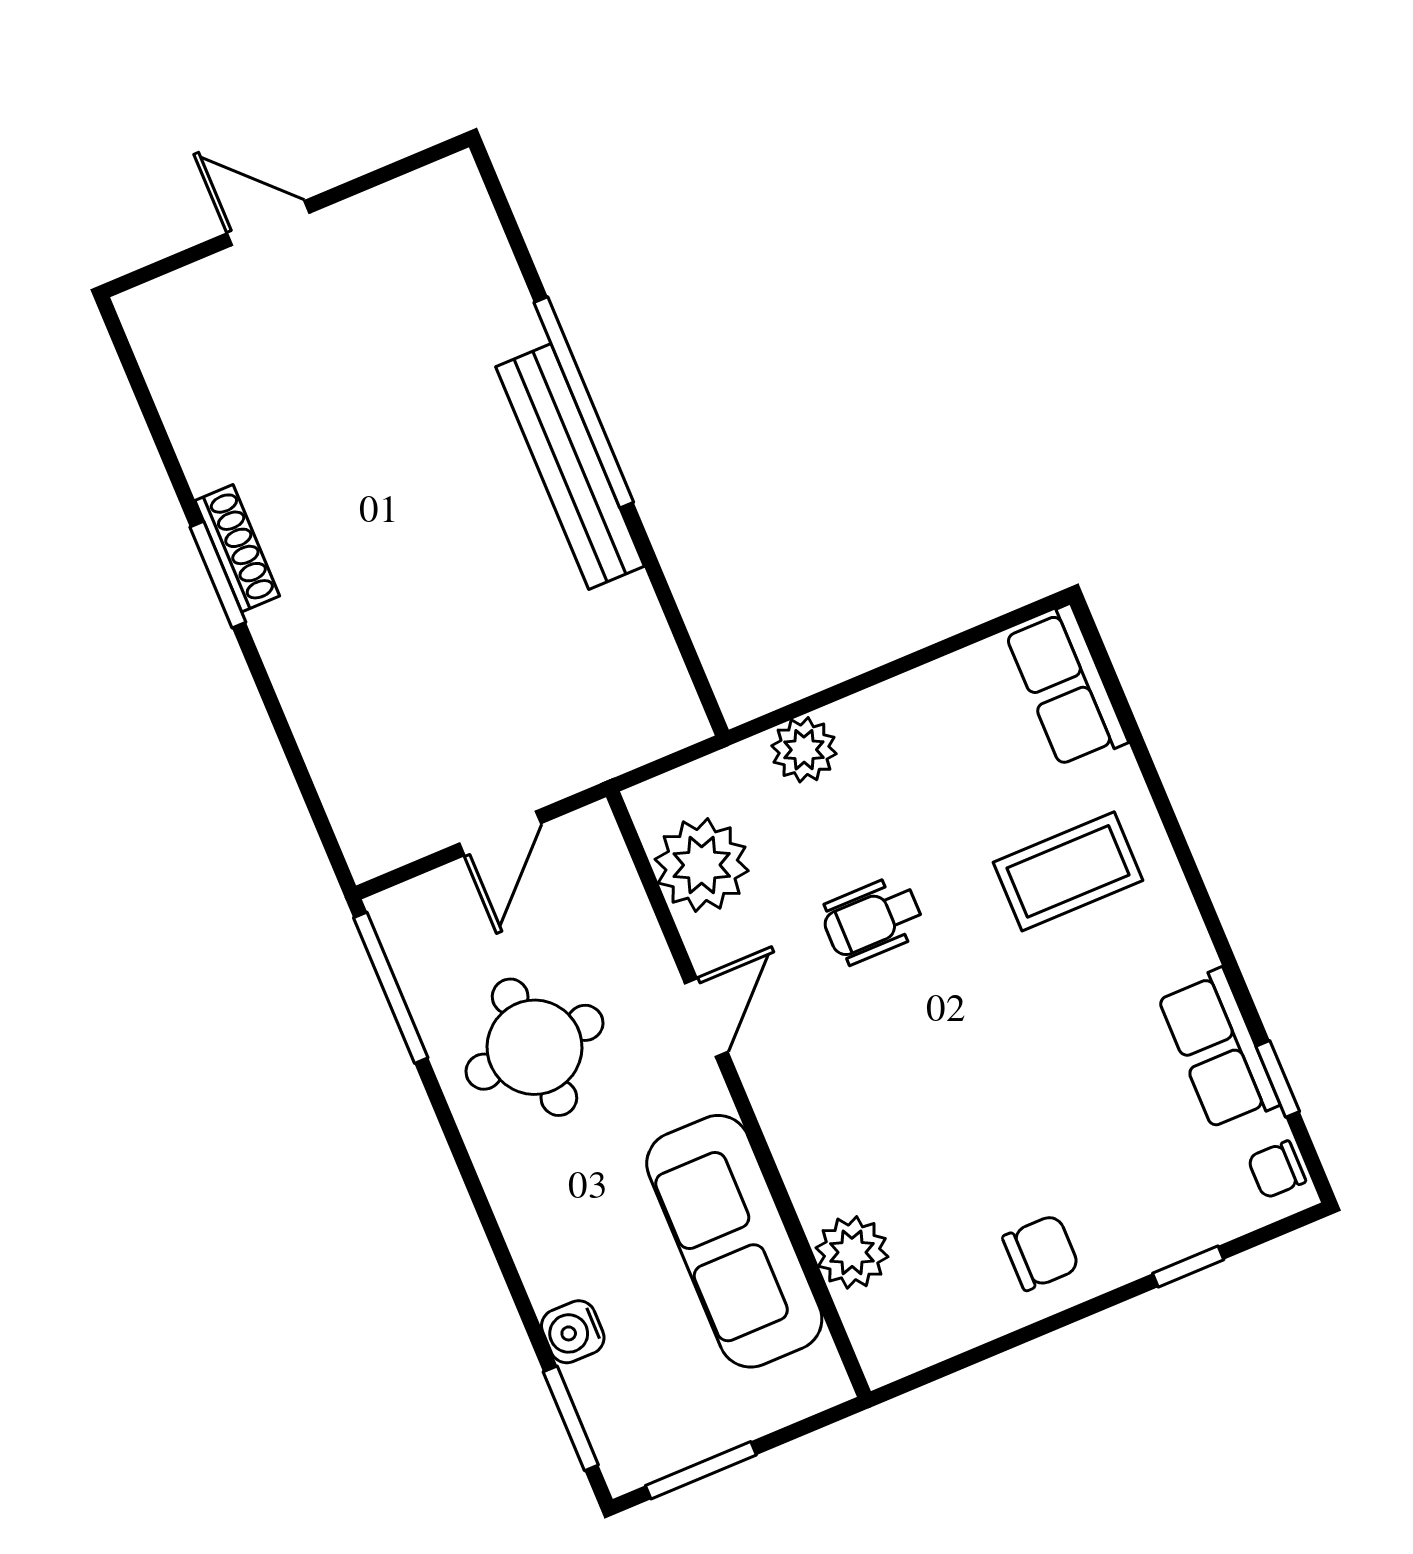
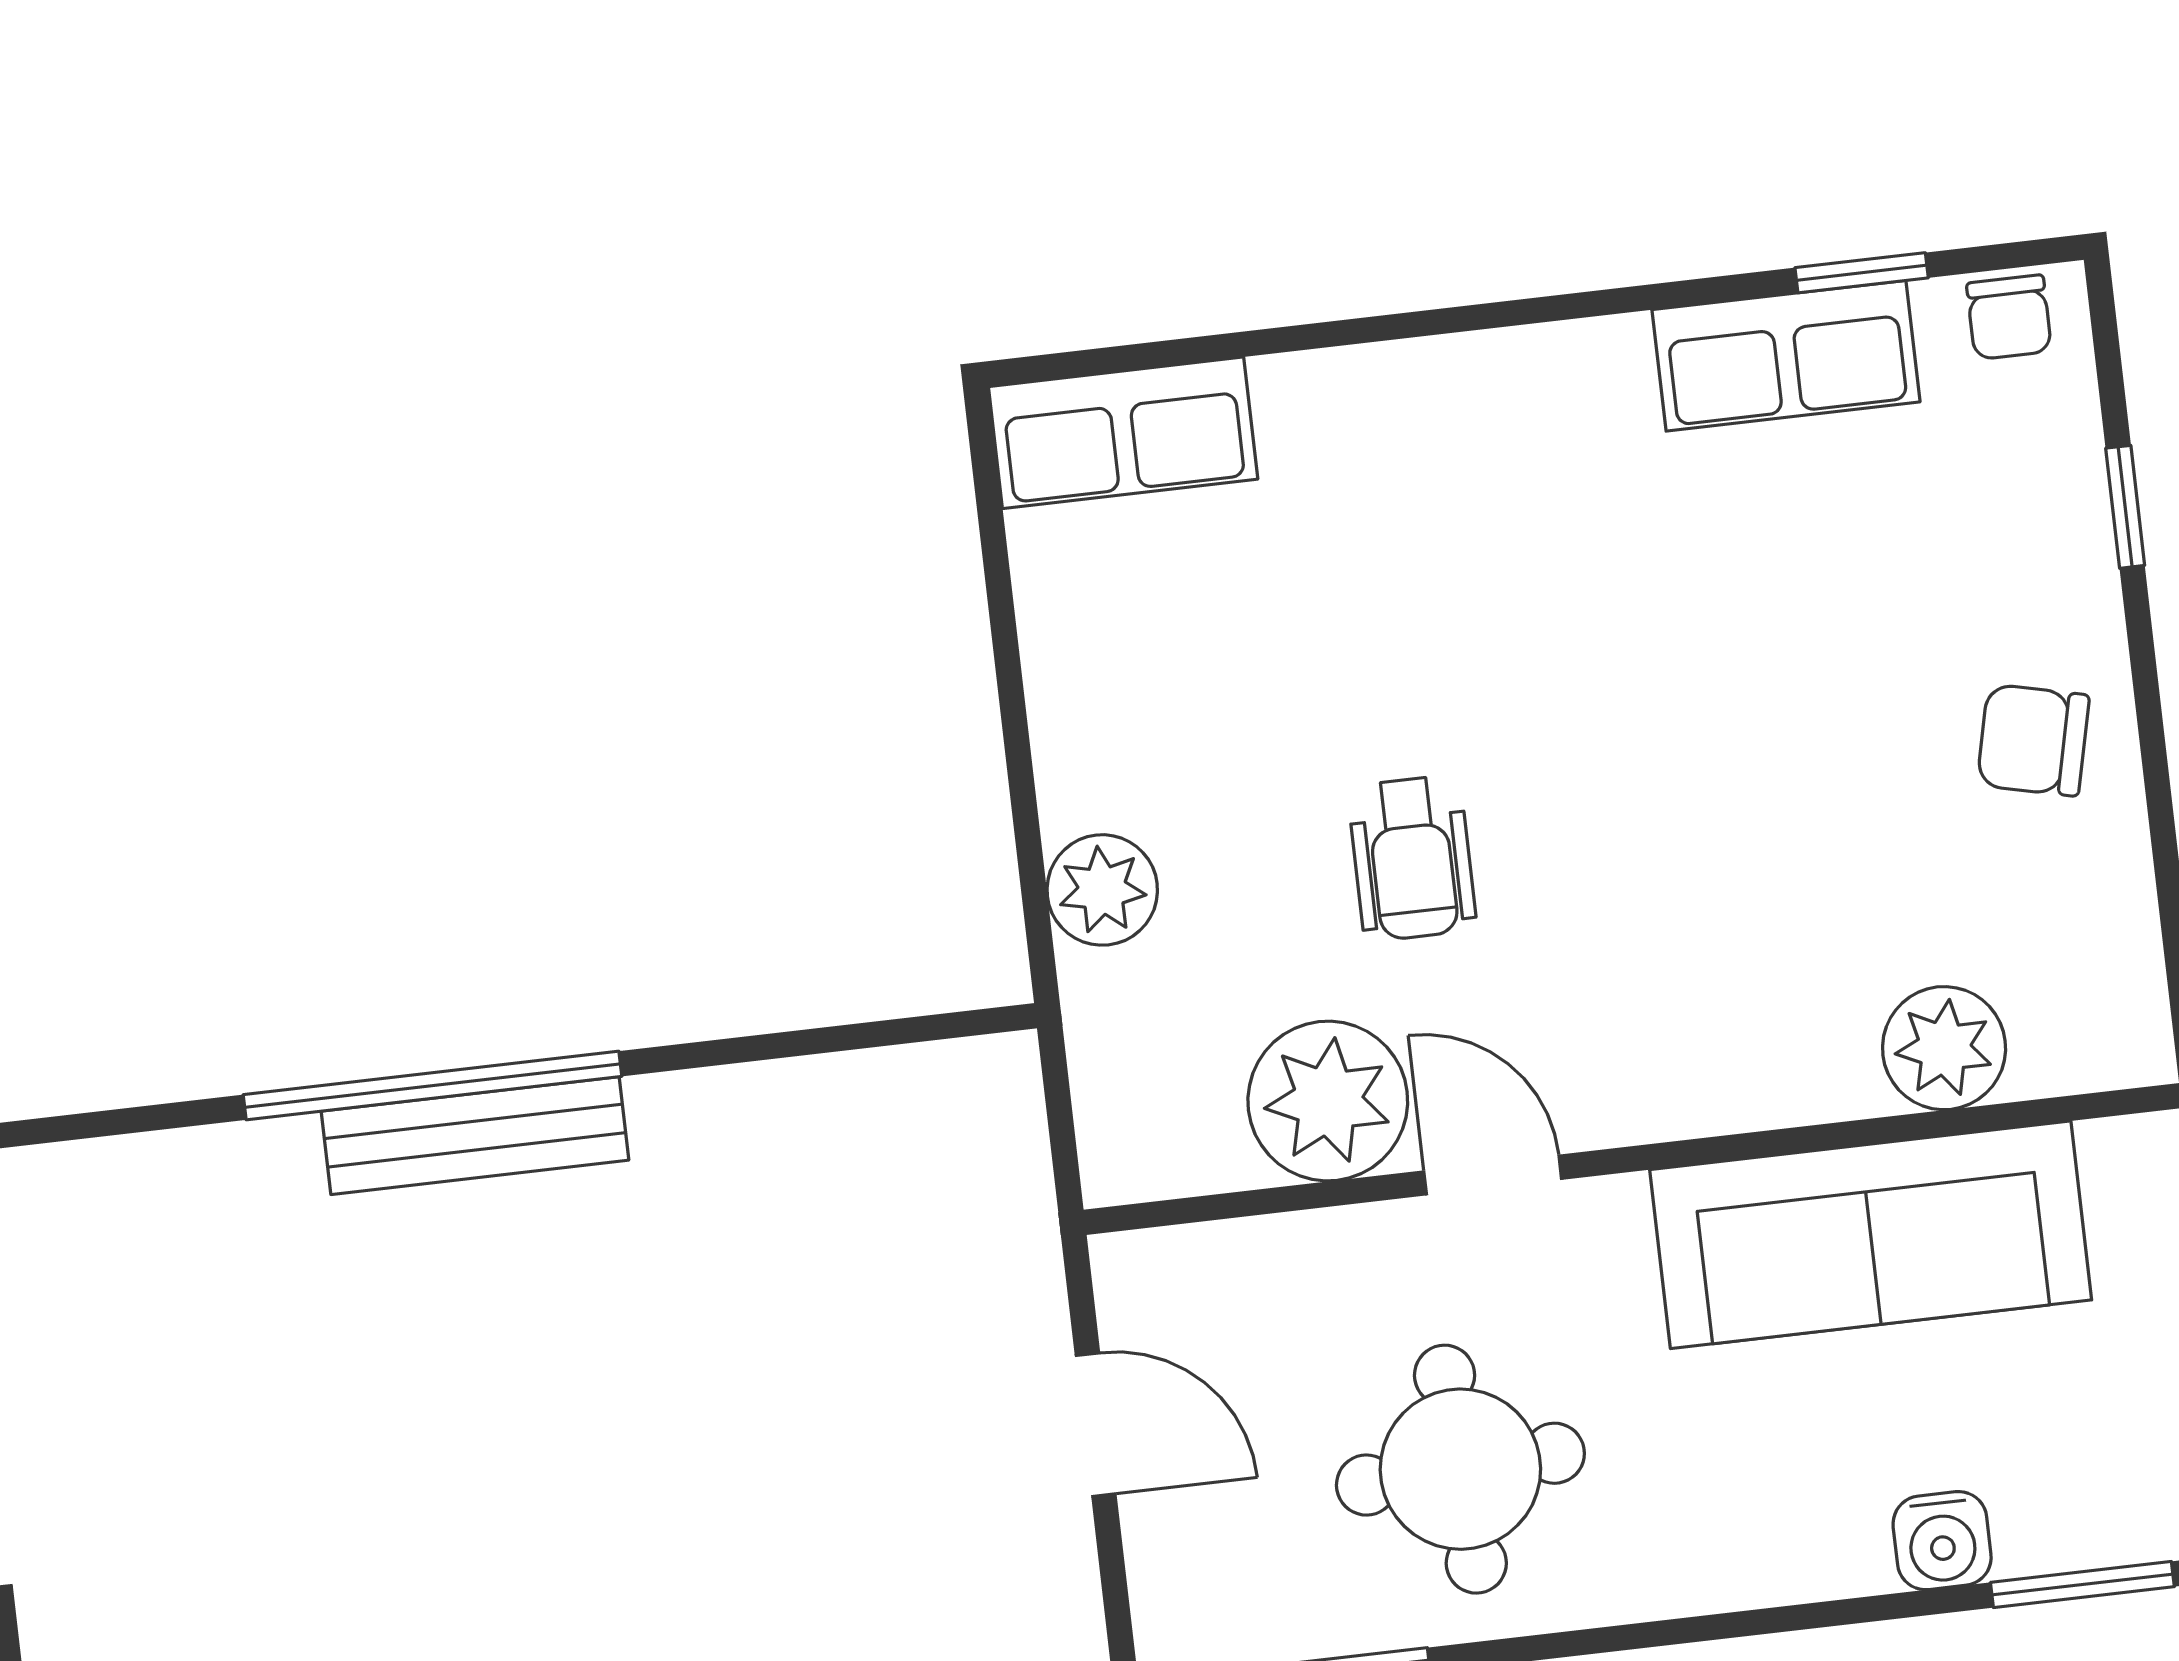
bench: (570, 467) -> (475, 1136), width x0.73, depth x0.82
plant: (702, 865) -> (1328, 1101), moved
coffee table: (1068, 871) -> (1425, 517), removed
chair: (1041, 1252) -> (2033, 740), turned -77

